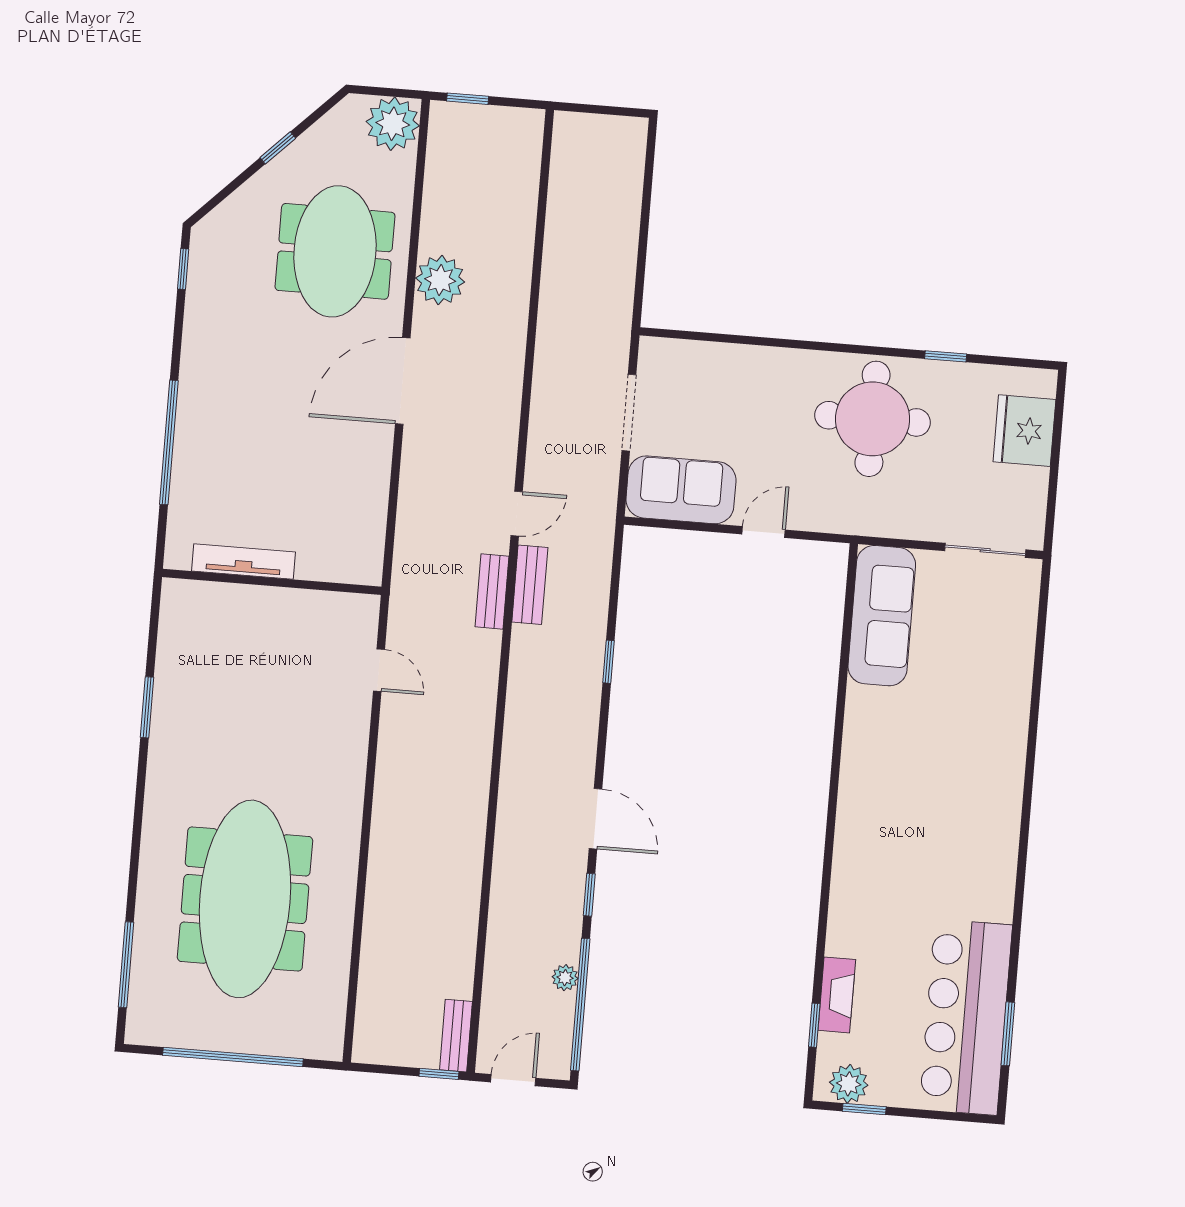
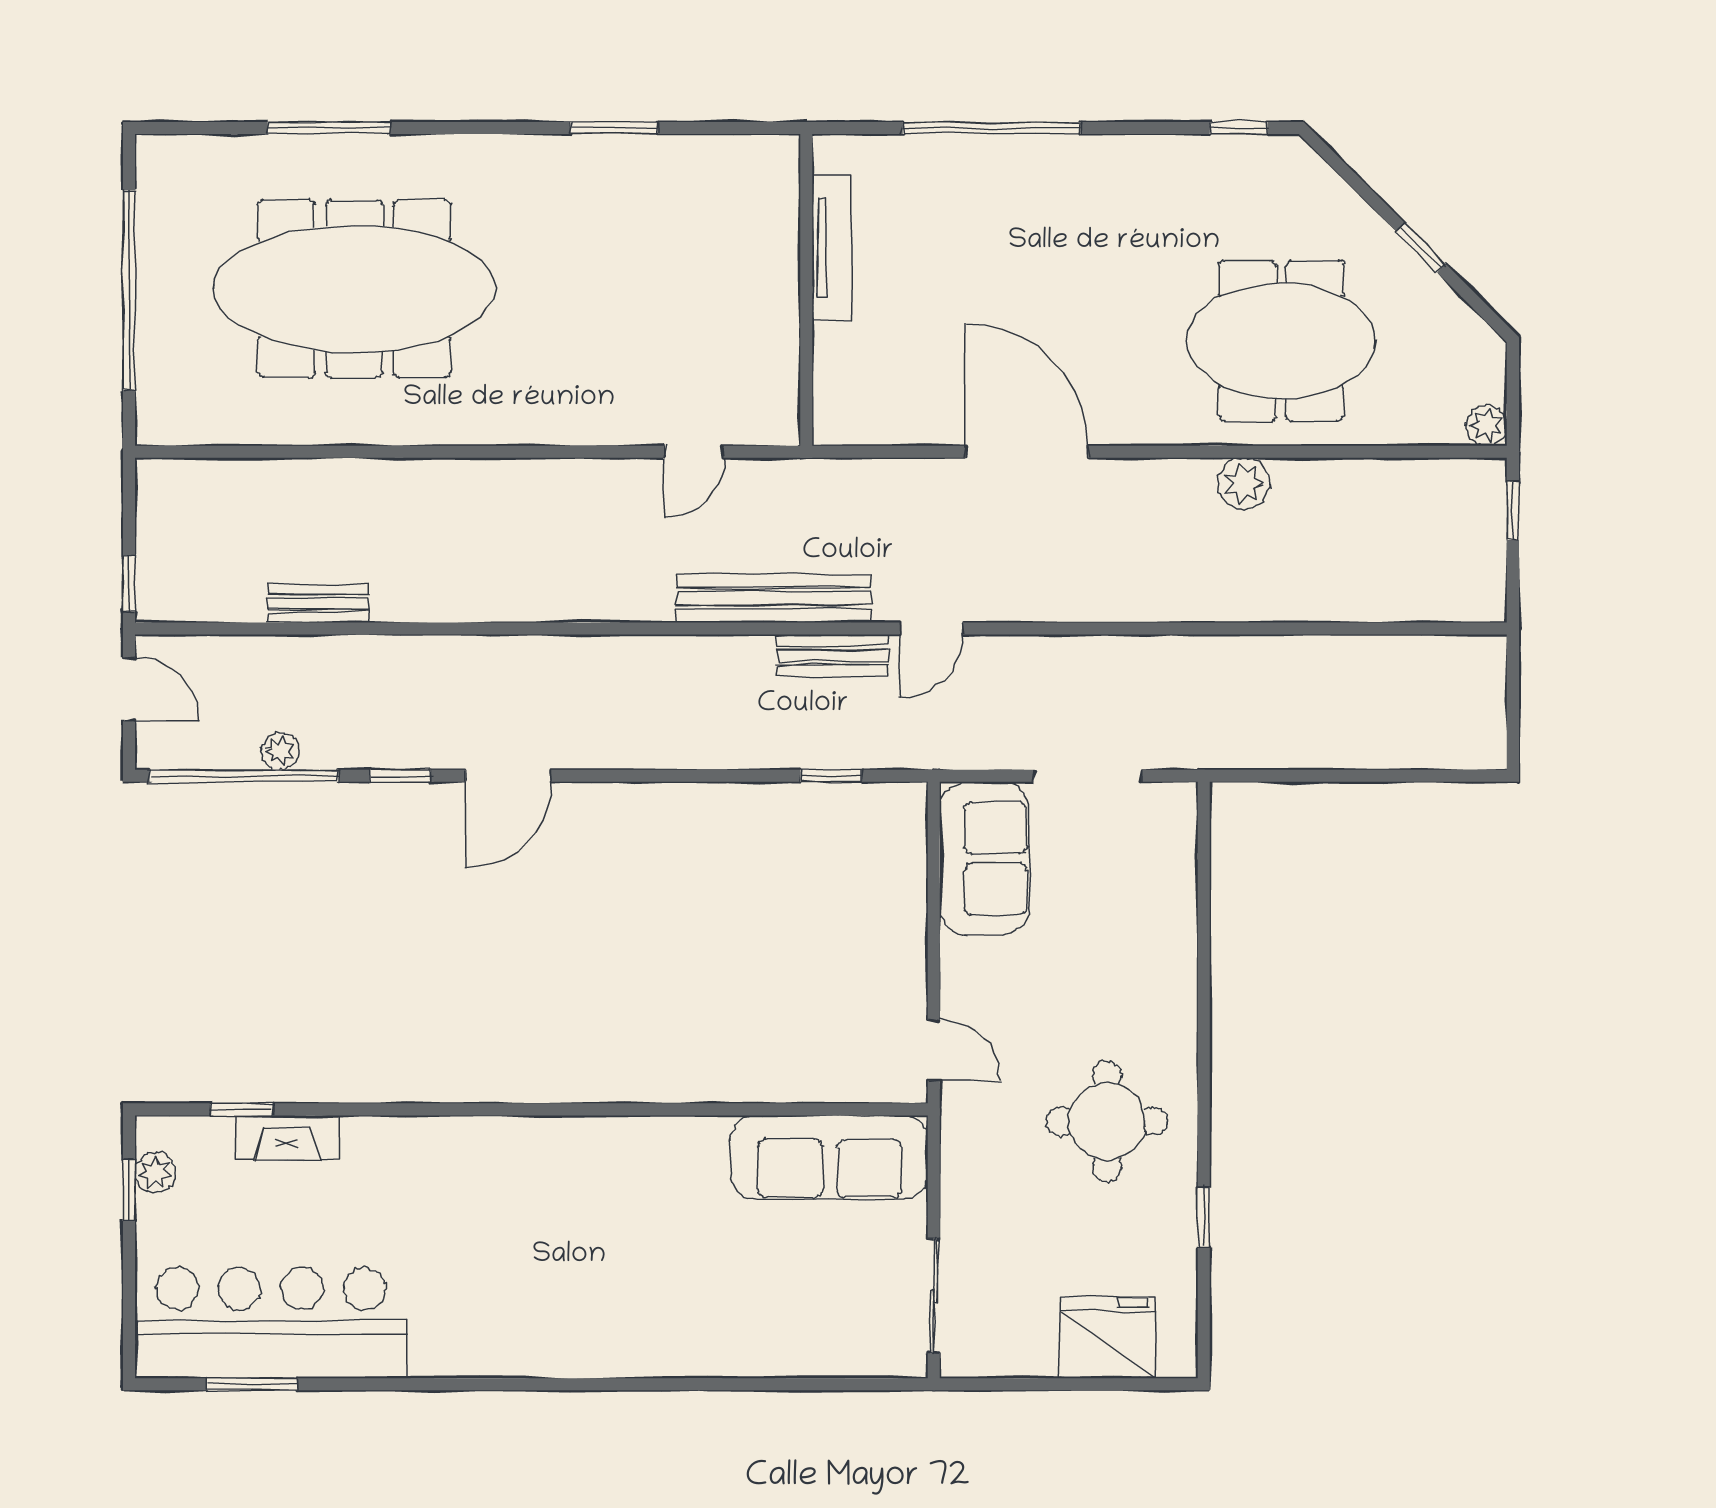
plant: (393, 124) -> (1487, 426), width x0.53, depth x0.53
plant: (440, 280) -> (1244, 484), width x0.73, depth x0.73
door: (403, 381) -> (1027, 452), moved
round table: (873, 419) -> (1107, 1121), width x0.73, depth x0.73
door: (517, 514) -> (931, 628), hinge flipped
door: (764, 532) -> (934, 1050), moved
bench: (492, 591) -> (773, 598), width x1.86, depth x1.21
window: (608, 662) -> (831, 776), moved
window: (126, 965) -> (329, 128), moved
bench: (456, 1036) -> (318, 603), moved
plant: (849, 1084) -> (155, 1172), width x0.73, depth x0.73

